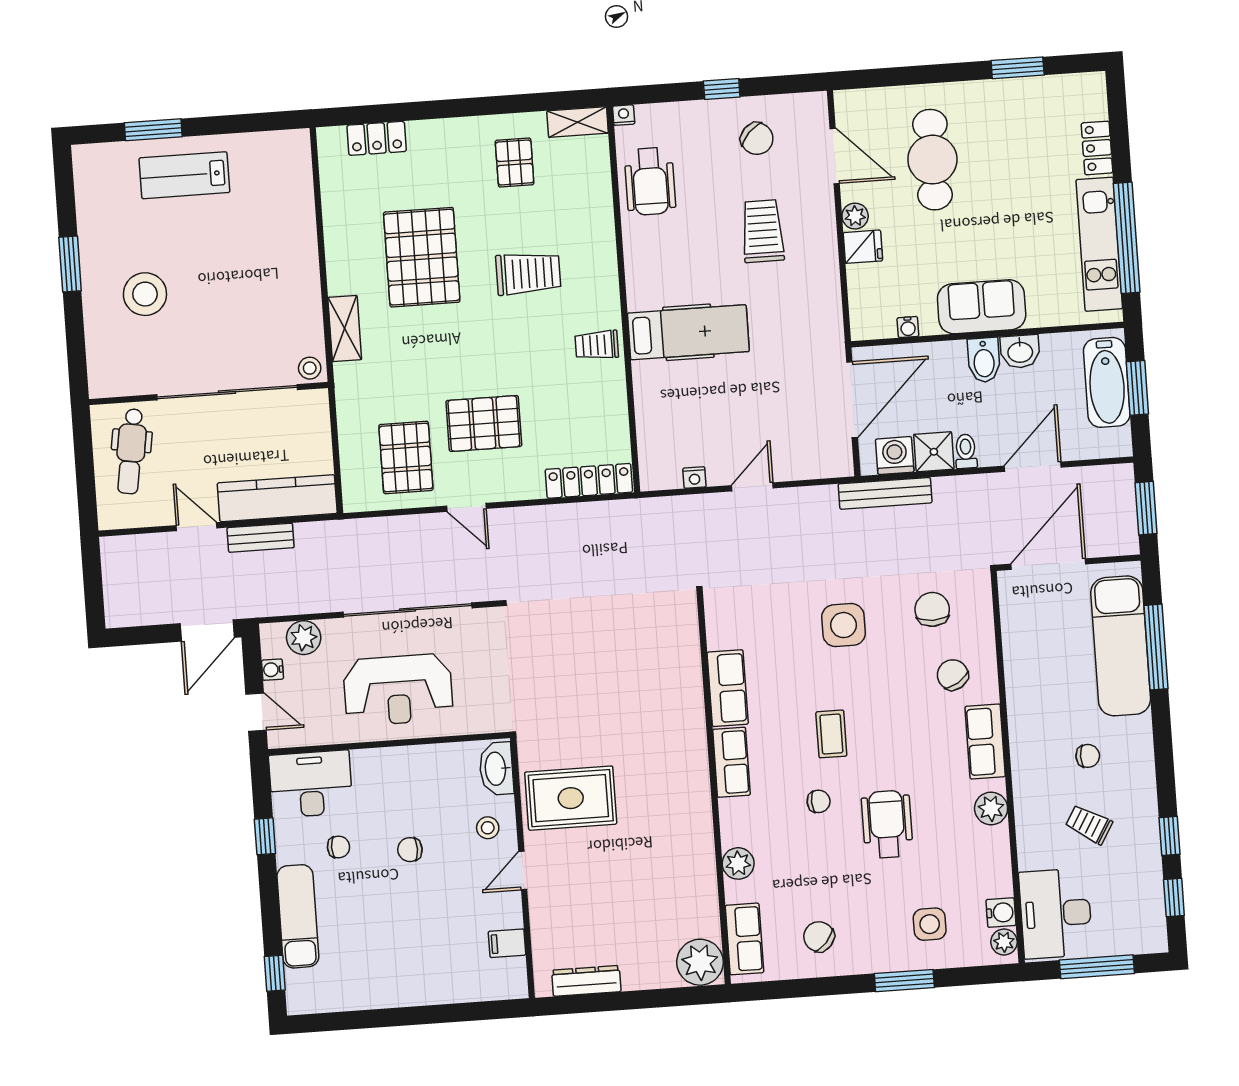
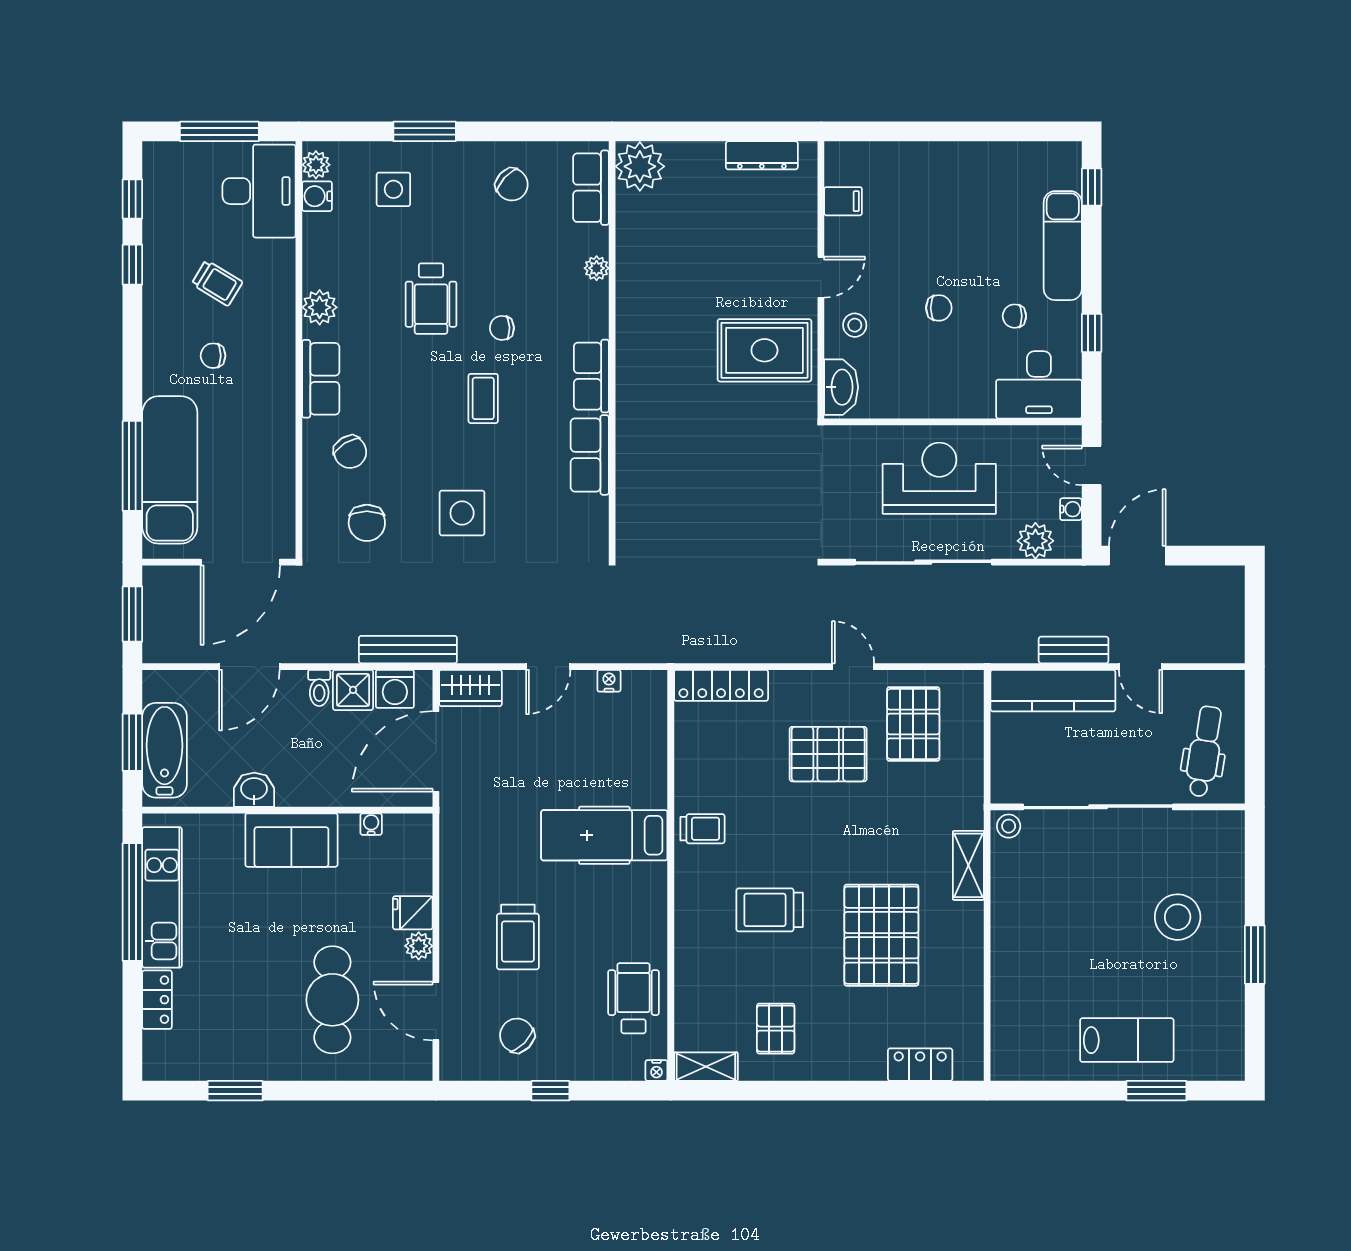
bidet: (984, 360) -> (293, 783), removed
wardrobe: (824, 461) -> (470, 688), added
plant: (738, 863) -> (597, 268), width x0.73, depth x0.73

